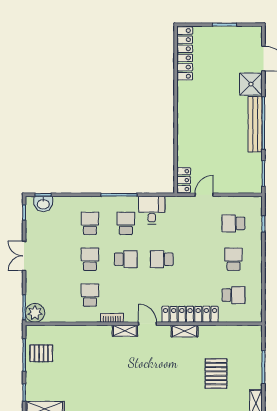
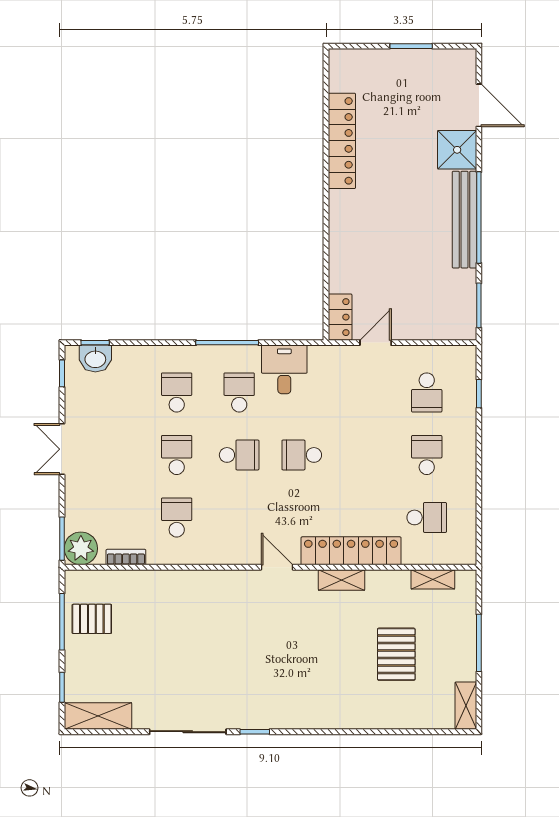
locker: (185, 53) -> (342, 141), moved
school desk: (233, 223) -> (427, 392), turned -90
bookcase: (112, 318) -> (126, 557), moved
shelving: (125, 331) -> (433, 579), moved

